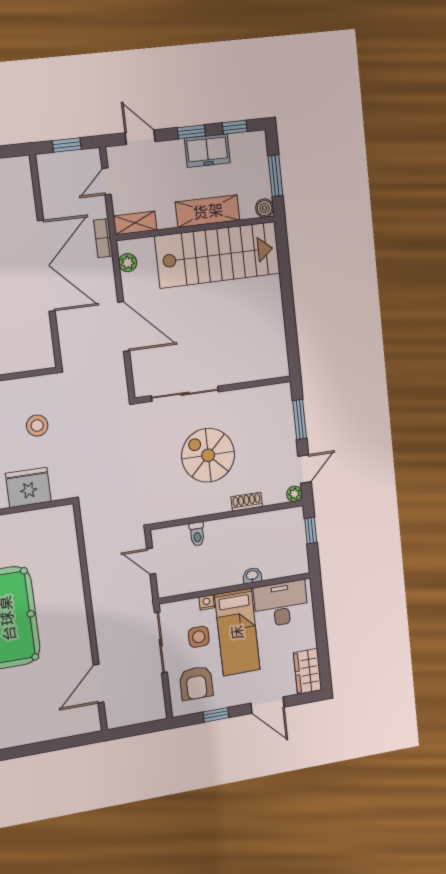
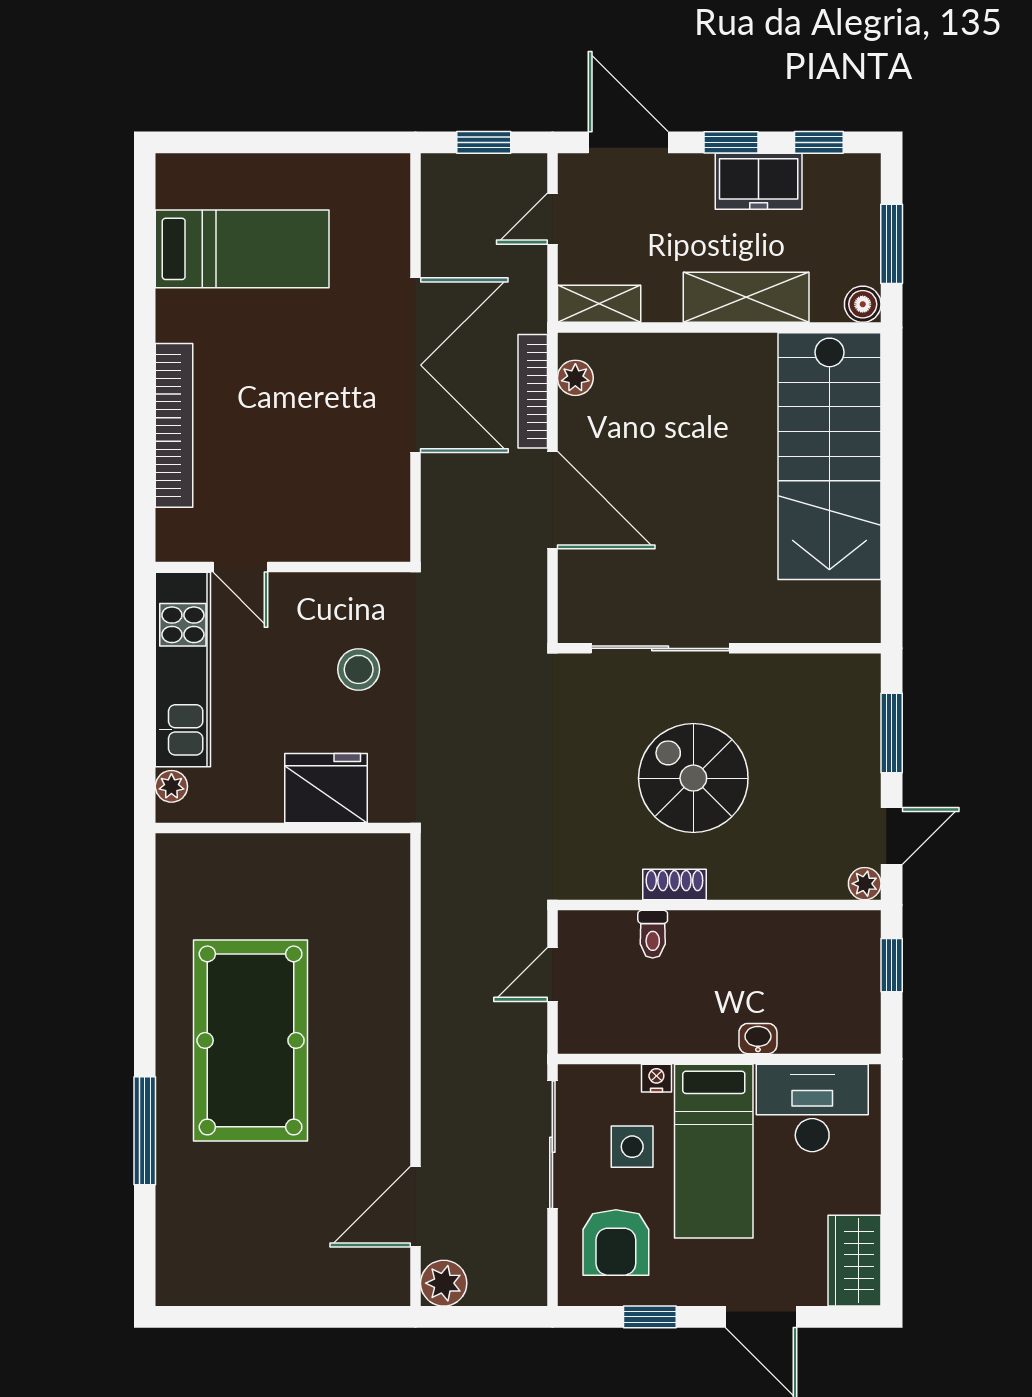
door: (140, 137) -> (628, 142), width x1.38
bookcase: (103, 238) -> (533, 391), moved, width x1.56
stairs: (218, 255) -> (829, 456), moved, turned 90
shoe rack: (247, 502) -> (674, 885), moved
door: (151, 561) -> (552, 975), hinge flipped
plant: (117, 717) -> (444, 1283), added

